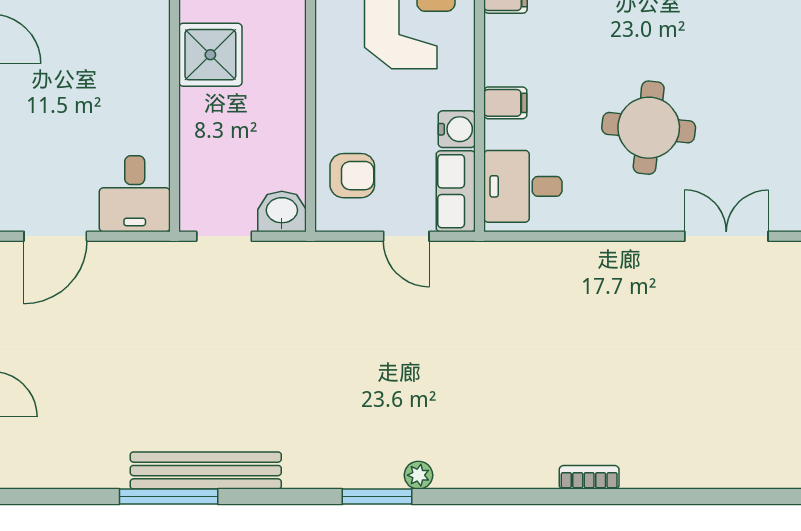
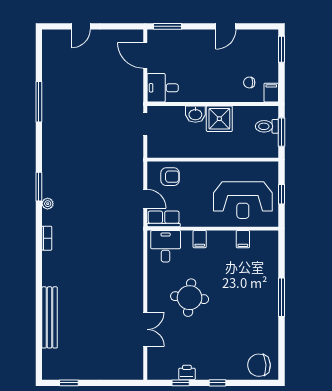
water cooler: (457, 129) -> (189, 219), removed
armchair: (352, 176) -> (170, 177), turned -90
washbasin: (282, 211) -> (195, 114), moved, turned 90
door: (406, 236) -> (145, 199), swing flipped
bench: (206, 471) -> (50, 317), moved
bookcase: (589, 477) -> (47, 238), moved

